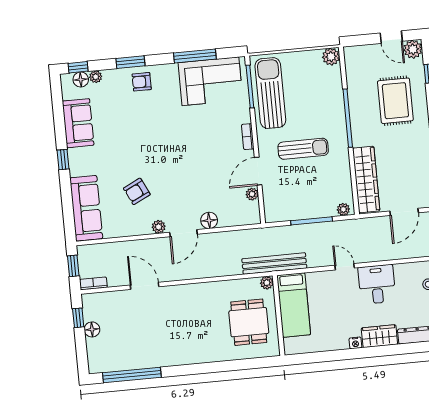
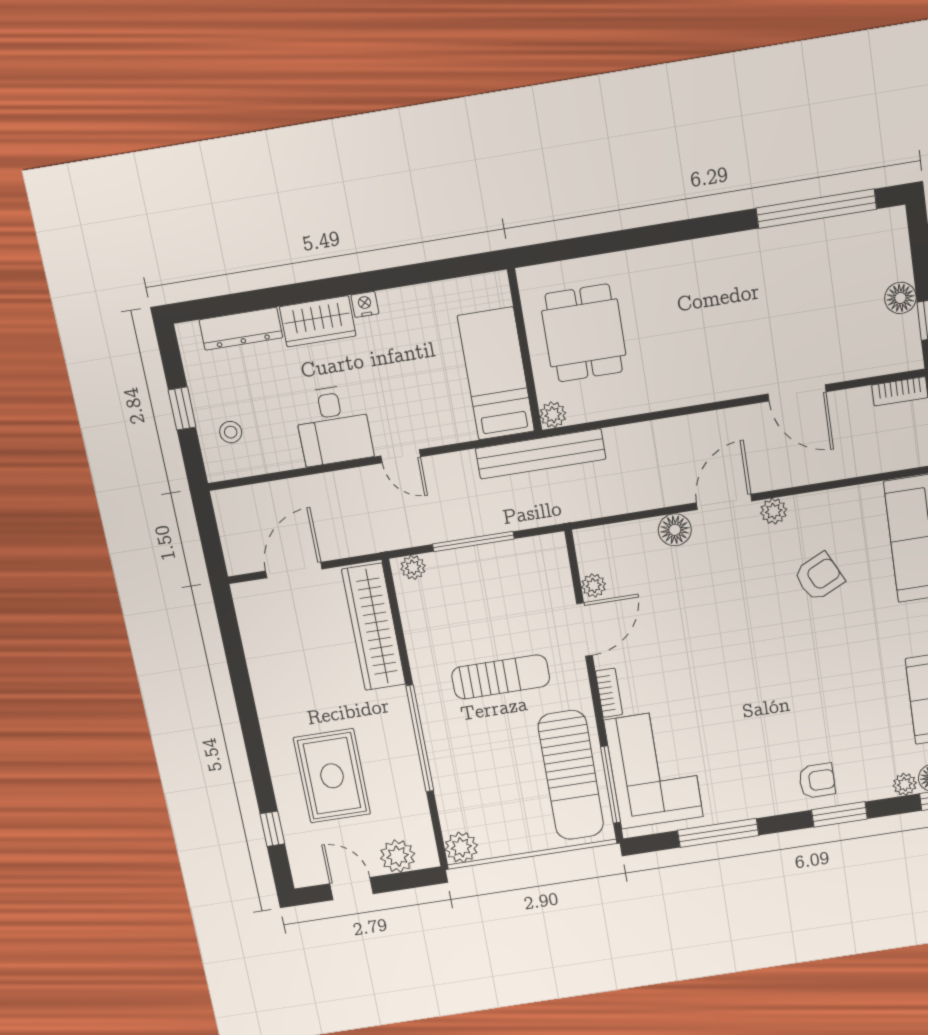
plant: (413, 49) -> (398, 856), moved
corner sofa: (210, 81) -> (654, 769), moved, turned 90
sun lounger: (303, 149) -> (501, 677), turned 180

